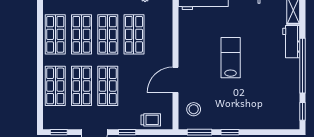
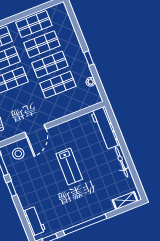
workbench: (291, 42) -> (34, 221), moved, turned 90
lab bench: (231, 58) -> (69, 166), turned 90
door: (175, 80) -> (35, 131), swing flipped

